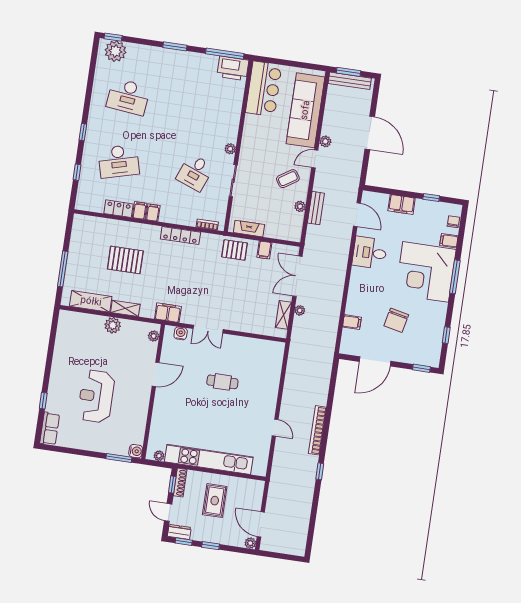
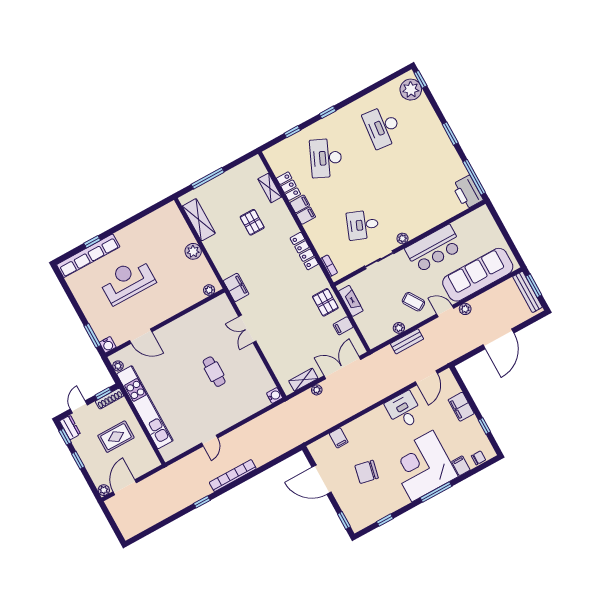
bar counter: (264, 89) -> (434, 249), moved
desk: (119, 161) -> (326, 158), turned 39
pallet: (125, 260) -> (252, 222), width x0.67, depth x0.71
shelving: (125, 308) -> (270, 188), moved
water cooler: (181, 333) -> (275, 396), moved
door: (156, 374) -> (141, 336), moved
row of seats: (50, 429) -> (88, 256), width x2.02

